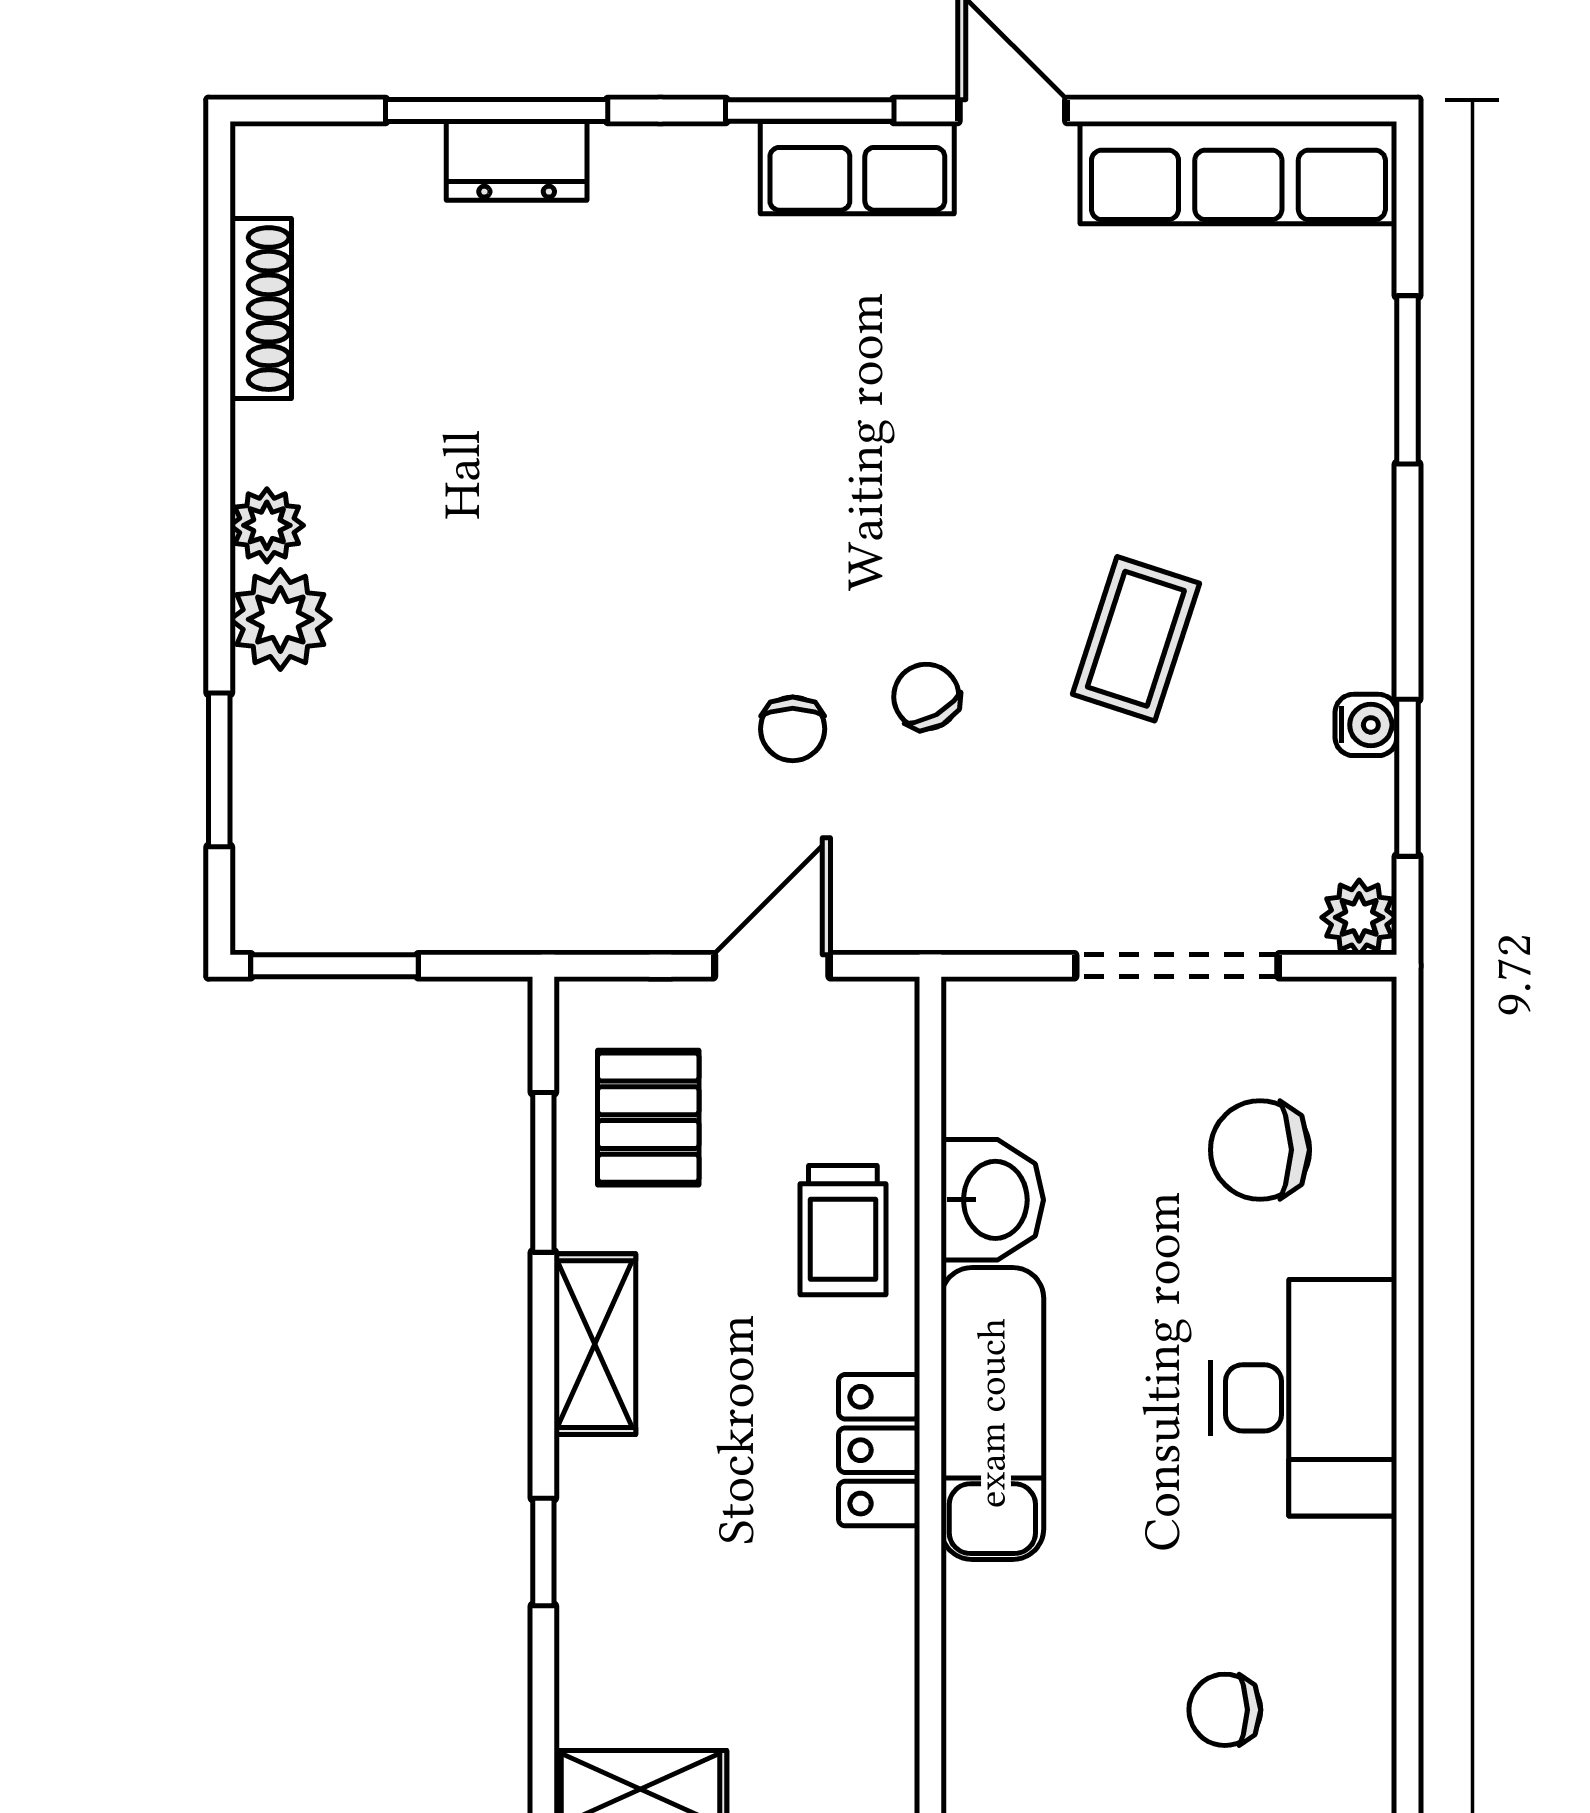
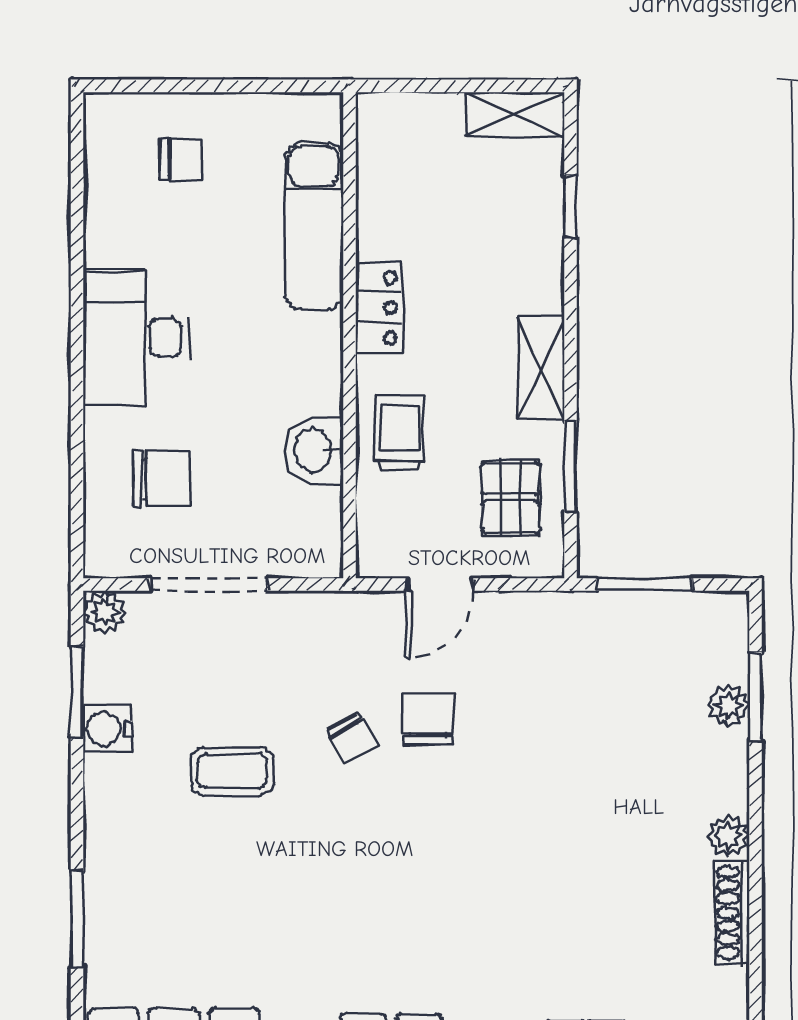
shoe rack: (261, 309) -> (732, 912), moved
plant: (280, 619) -> (728, 706), moved, width x0.73, depth x0.73
coffee table: (1136, 639) -> (232, 771), turned 72
water cooler: (1366, 725) -> (107, 729), width x1.38, depth x1.38
chair: (793, 729) -> (428, 720), width x1.37, depth x1.37
window: (334, 966) -> (644, 584), moved
exam couch: (992, 1413) -> (314, 226), moved
window: (543, 1552) -> (570, 206), moved

